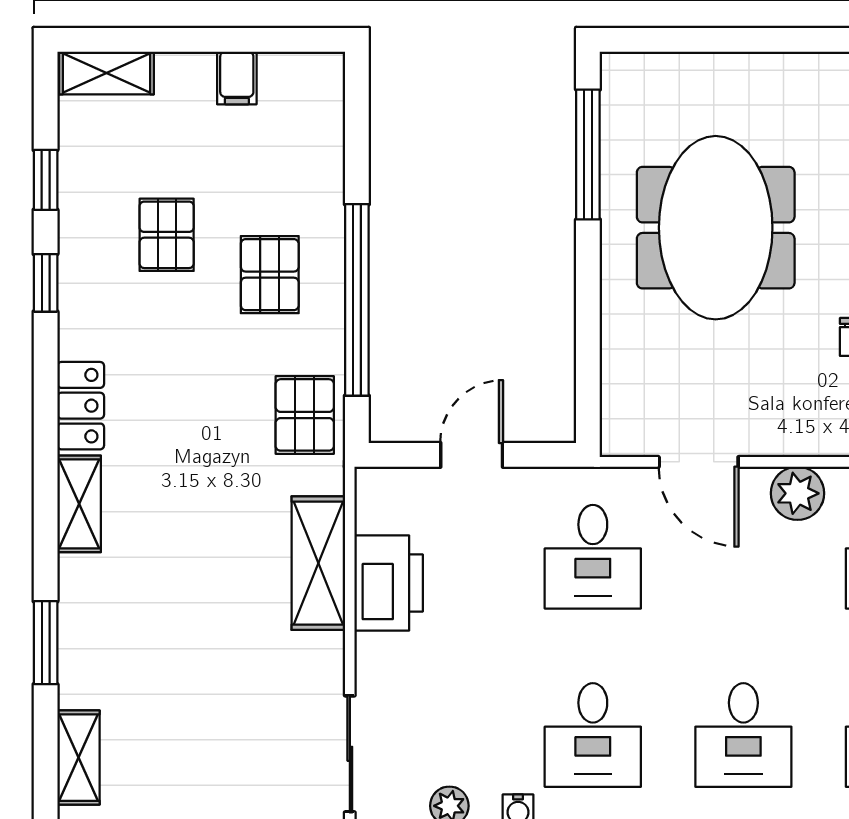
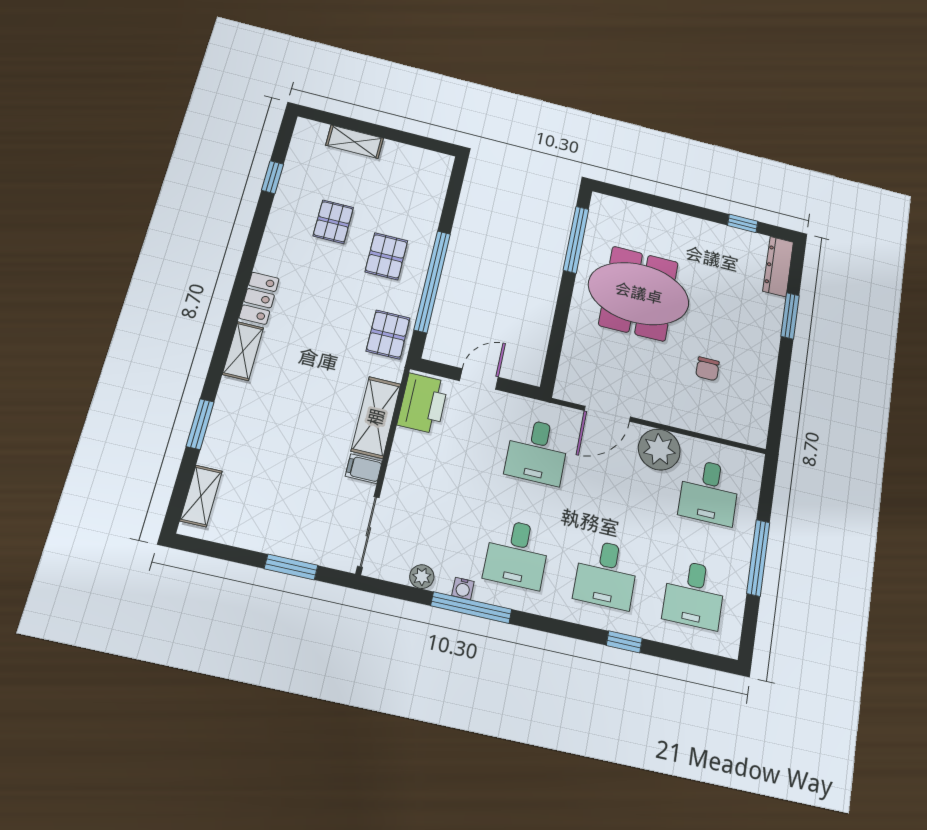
shelving: (107, 73) -> (355, 142), moved
filing cabinet: (237, 78) -> (364, 469), moved, turned 90
meeting table: (716, 228) -> (639, 293), turned 90
window: (46, 283) -> (257, 229), removed
door: (699, 462) -> (607, 414), hinge flipped
plant: (797, 493) -> (659, 449), width x1.36, depth x1.36
printer: (389, 583) -> (423, 403), moved

